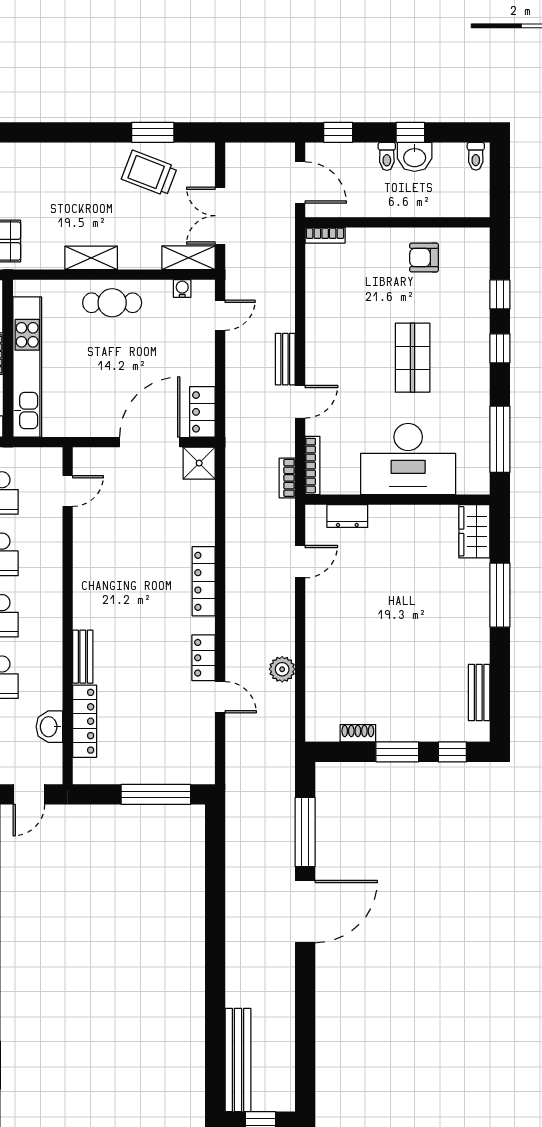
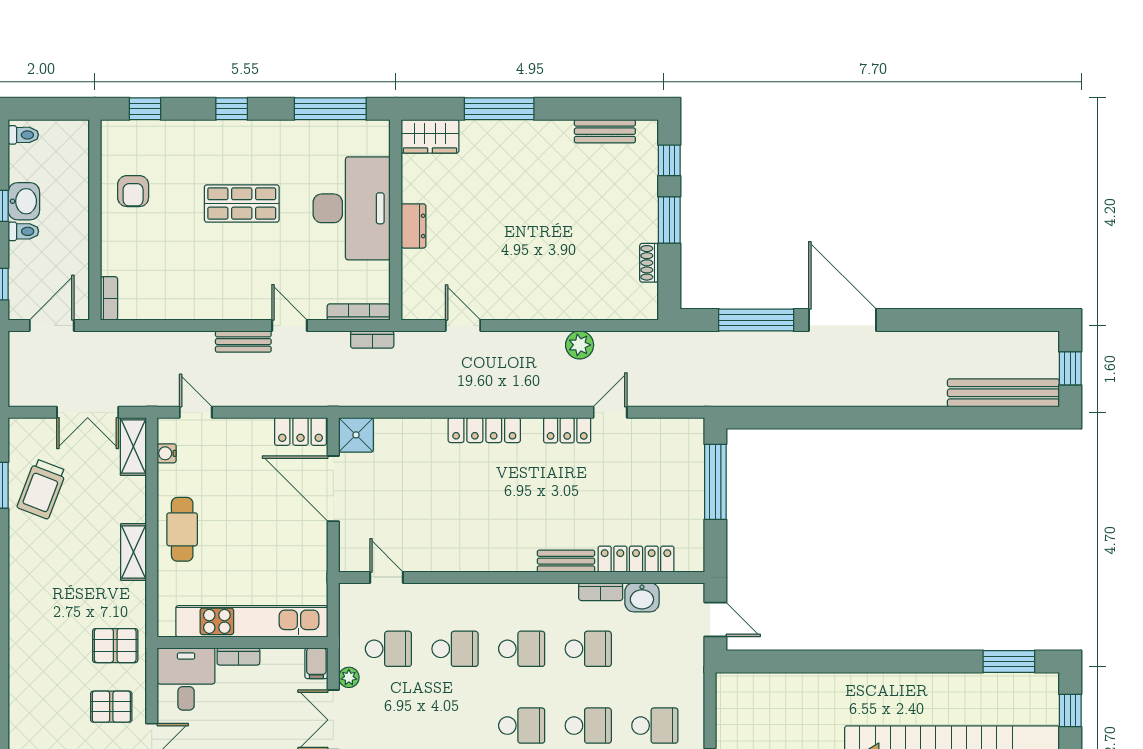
window: (500, 294) -> (145, 109), moved
dresser: (347, 516) -> (413, 226), moved
bookcase: (55, 689) -> (601, 592), added

